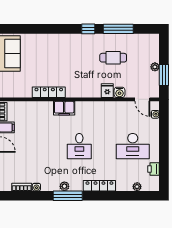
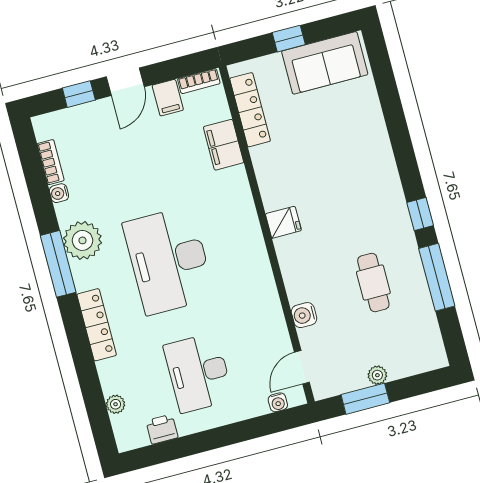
fridge: (107, 91) -> (283, 222), moved
locker: (49, 92) -> (250, 110), moved
filing cabinet: (64, 108) -> (224, 145), moved
desk: (79, 146) -> (169, 260), width x1.87, depth x1.30
plant: (64, 186) -> (83, 240), width x1.87, depth x1.87

